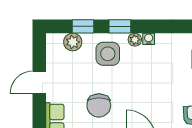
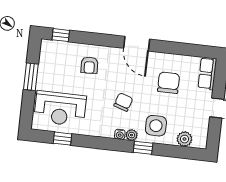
window: (83, 26) -> (174, 151), removed
chair: (149, 77) -> (123, 102), added

